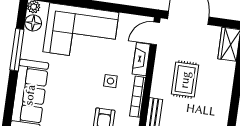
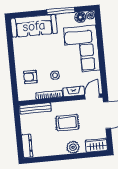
door: (155, 33) -> (92, 96), hinge flipped
plant: (224, 80) -> (73, 147), added

